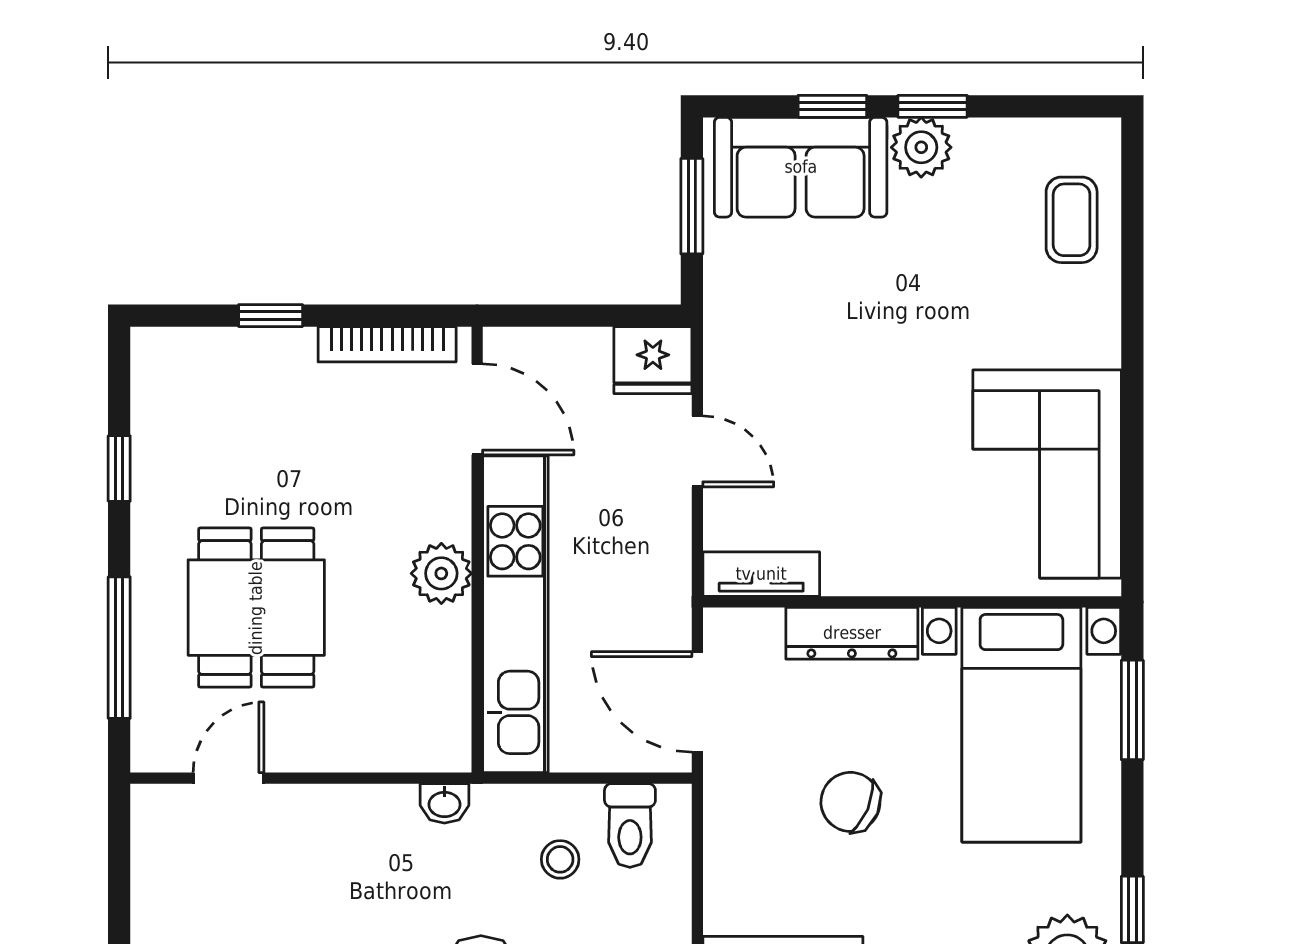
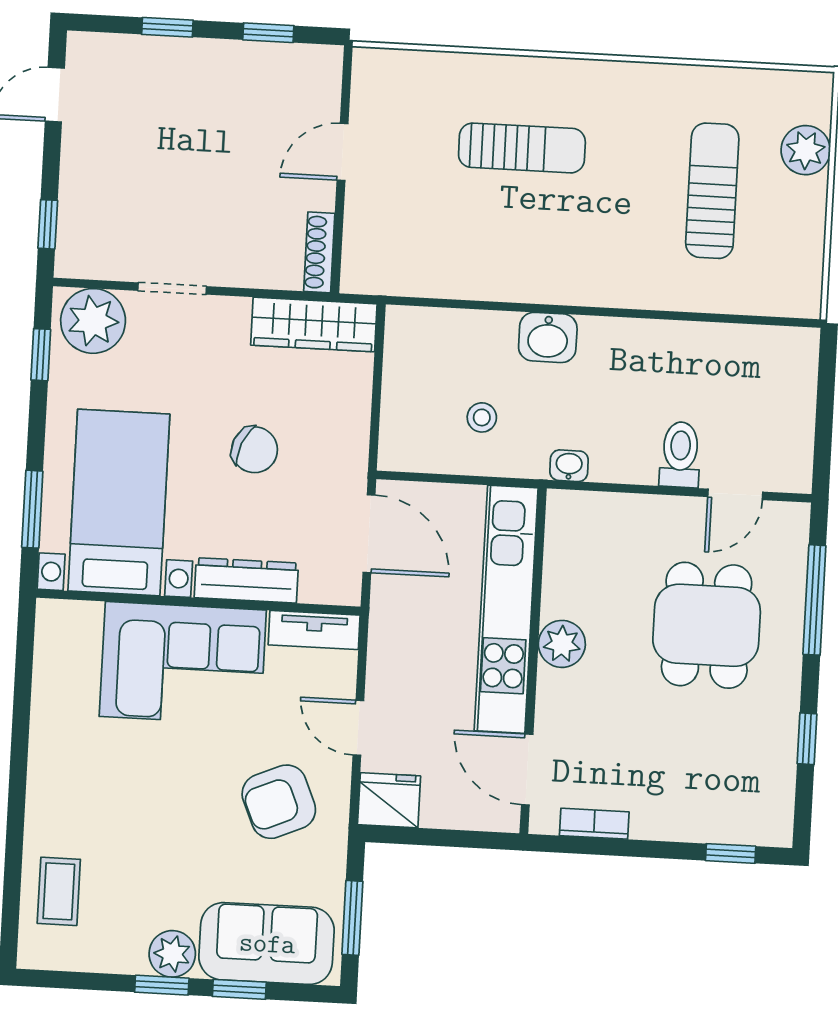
window: (271, 316) -> (731, 853), moved
bookcase: (387, 344) -> (594, 824), width x0.64
armchair: (795, 351) -> (279, 802), added
corner sofa: (1047, 474) -> (183, 663), moved, turned 90
toilet: (630, 826) -> (680, 455), moved

